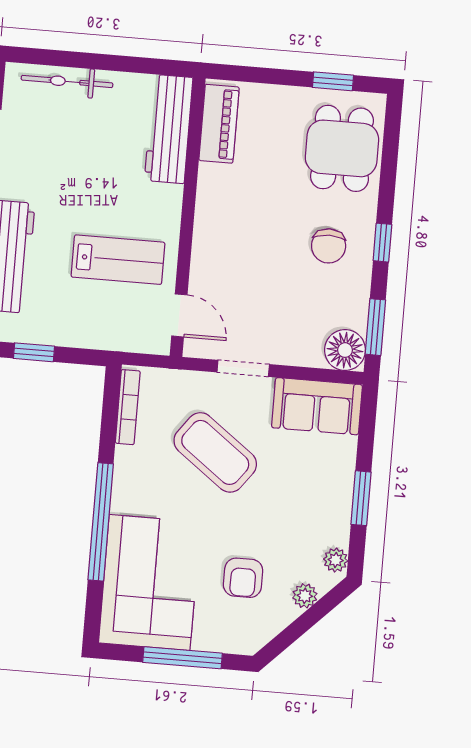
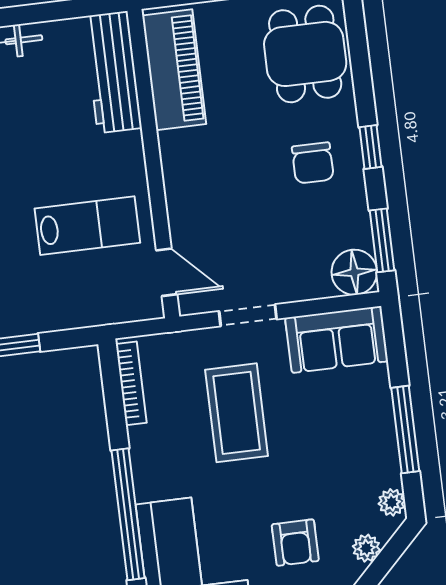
piano: (219, 124) -> (174, 70), width x1.37, depth x1.33
coffee table: (215, 452) -> (237, 413), turned 53
window: (361, 498) -> (405, 429), width x1.44

